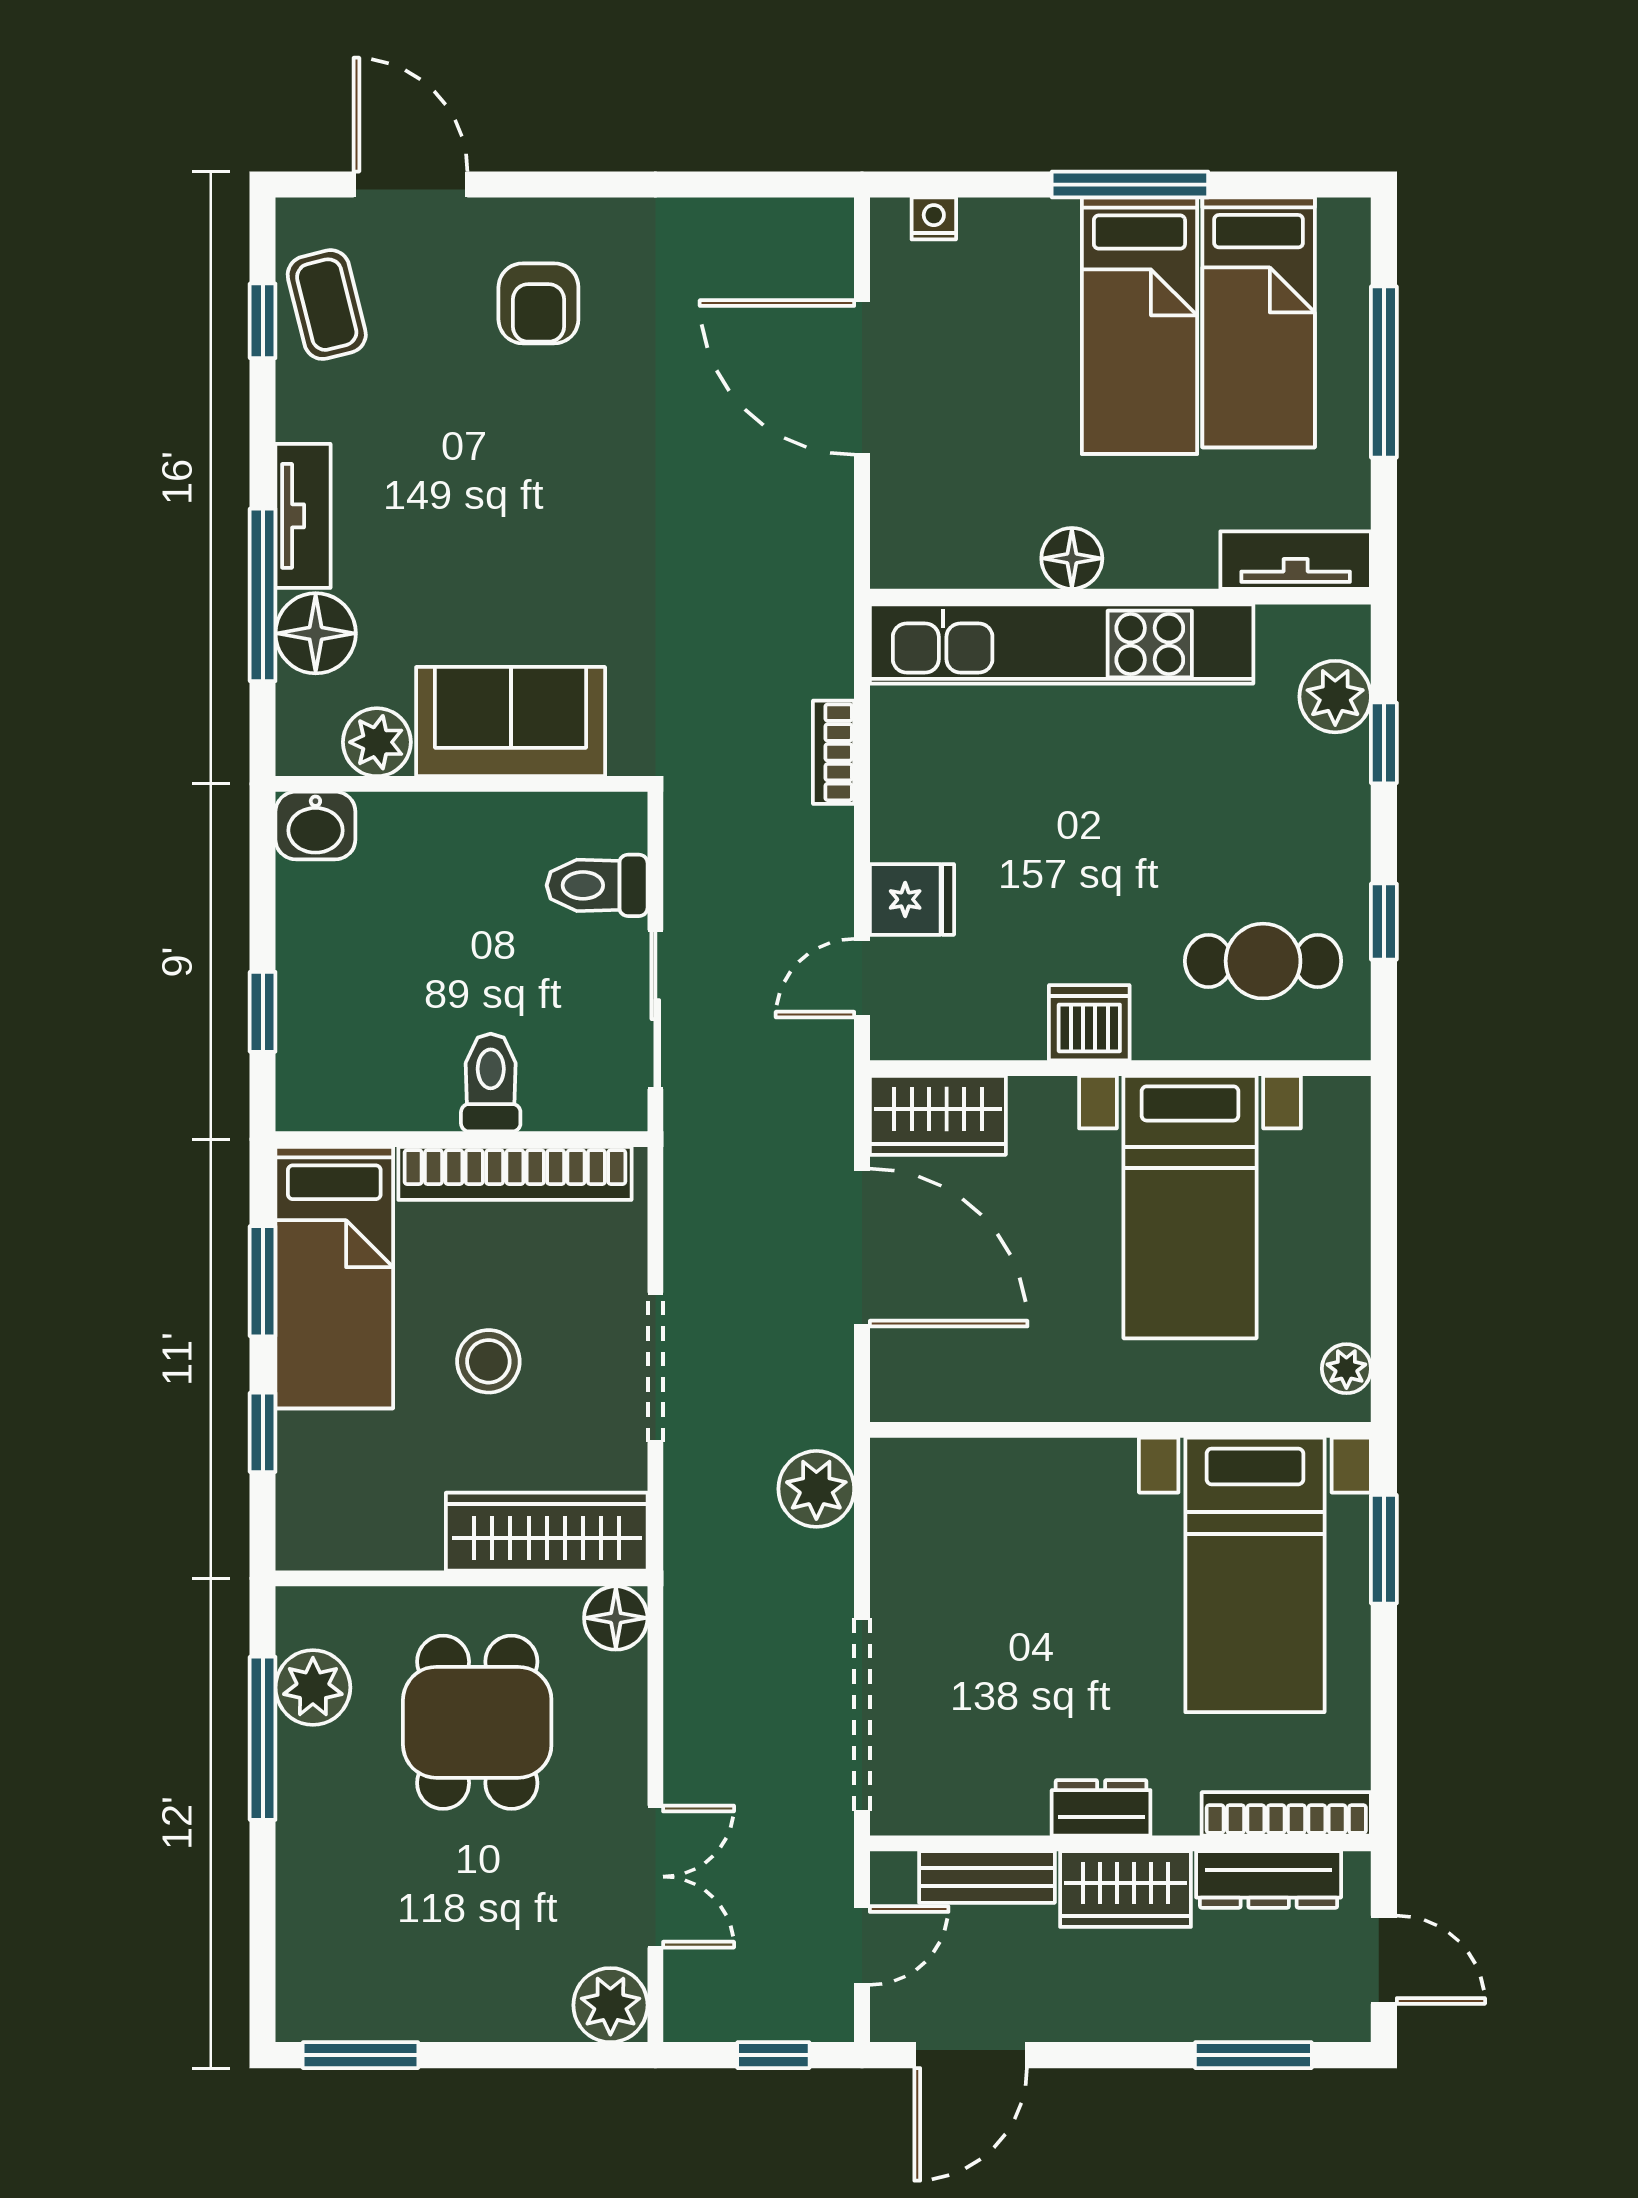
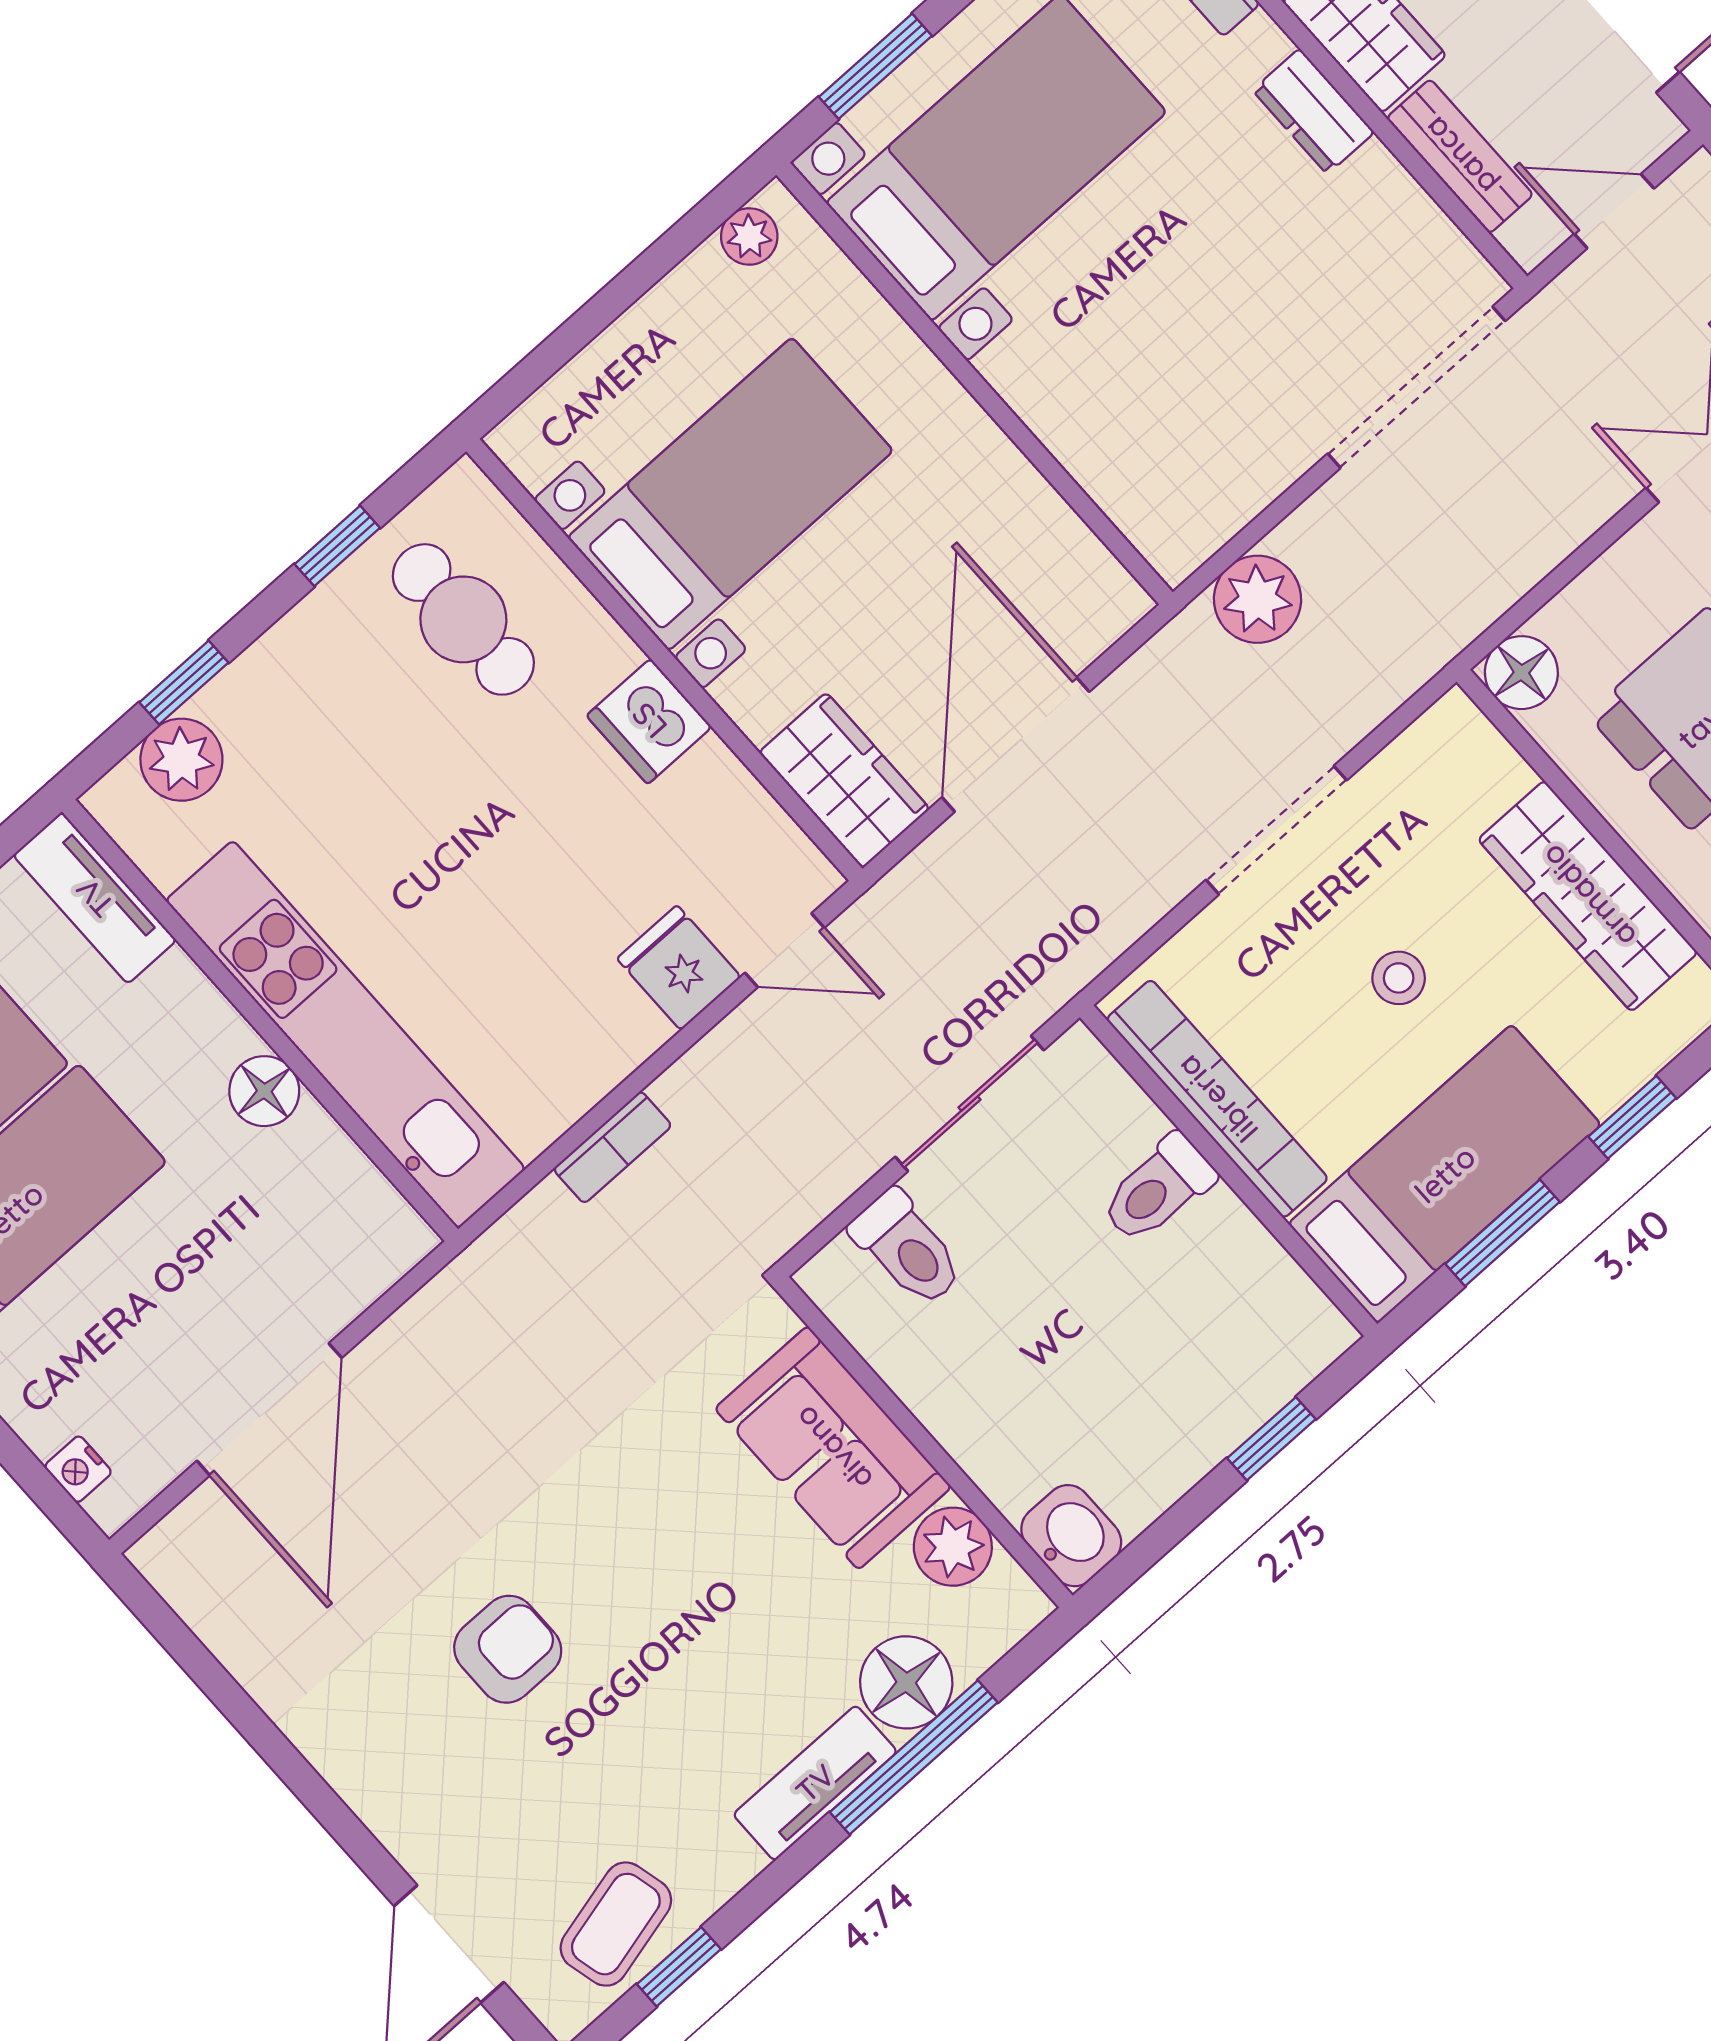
armchair: (538, 303) -> (508, 1649), moved
stool: (488, 1361) -> (1399, 978), width x0.73, depth x0.73
wardrobe: (547, 1532) -> (1588, 896), moved

